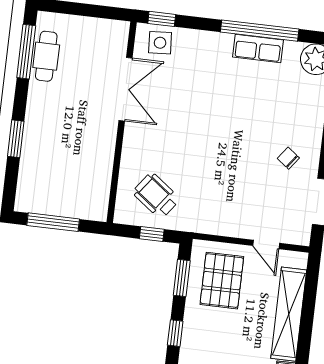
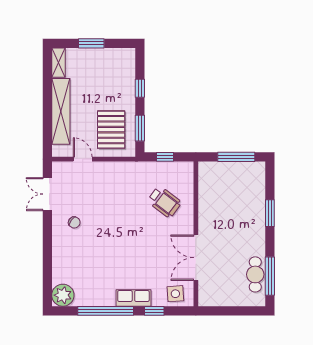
window: (162, 19) -> (154, 311), moved
row of seats: (258, 48) -> (133, 298), moved
wheelchair: (156, 196) -> (164, 202), moved

